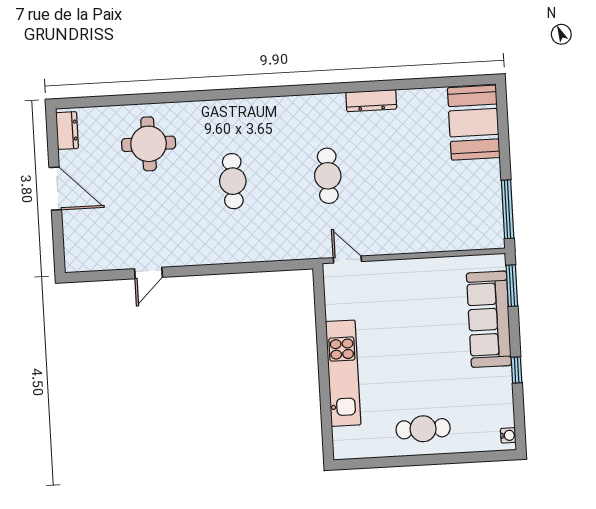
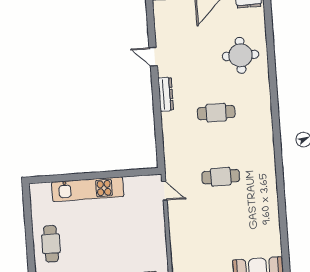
dresser: (371, 101) -> (166, 94), moved, turned 180
door: (347, 260) -> (164, 191), hinge flipped

